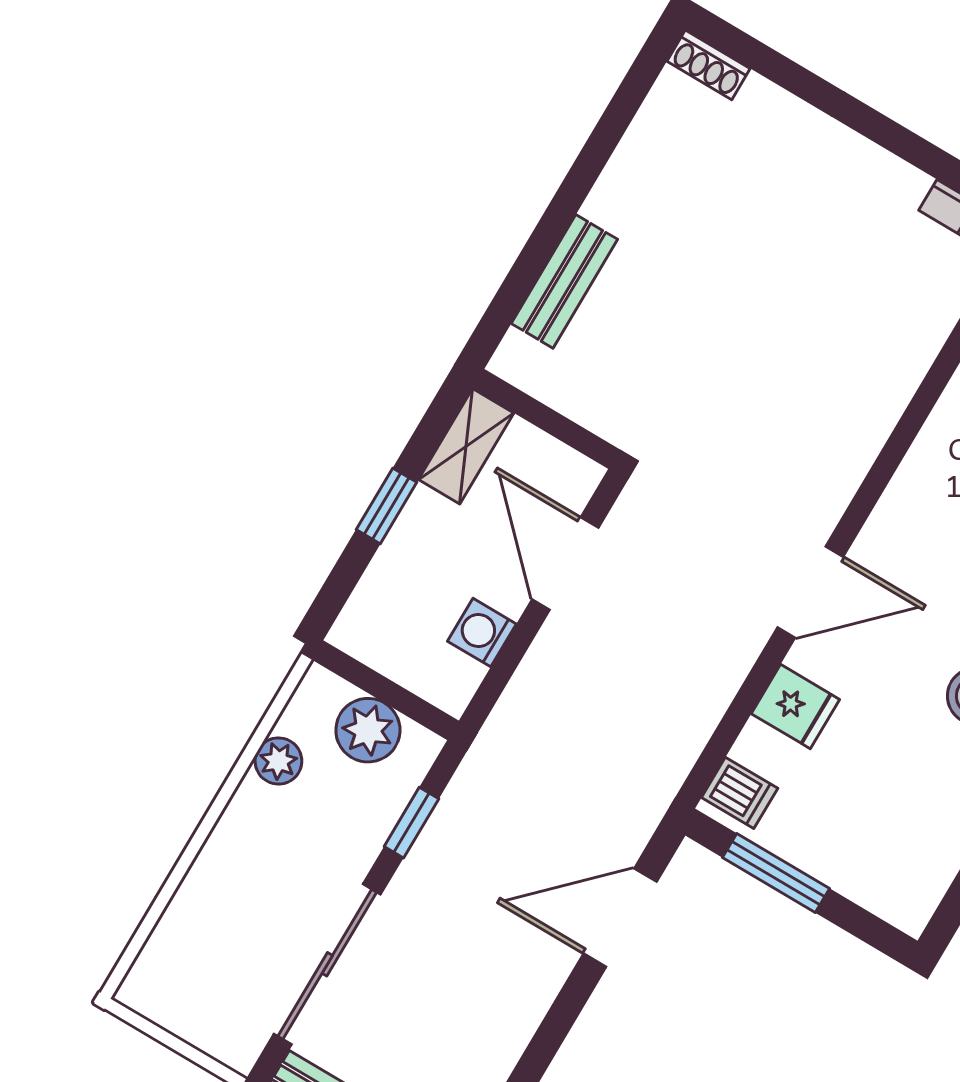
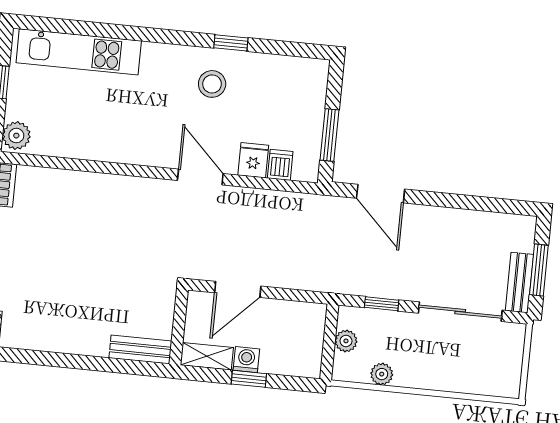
bench: (564, 281) -> (140, 350), moved
washing machine: (482, 633) -> (246, 360), moved, turned 180
plant: (368, 730) -> (346, 341), width x0.73, depth x0.73
dishwasher: (740, 793) -> (280, 165), moved

